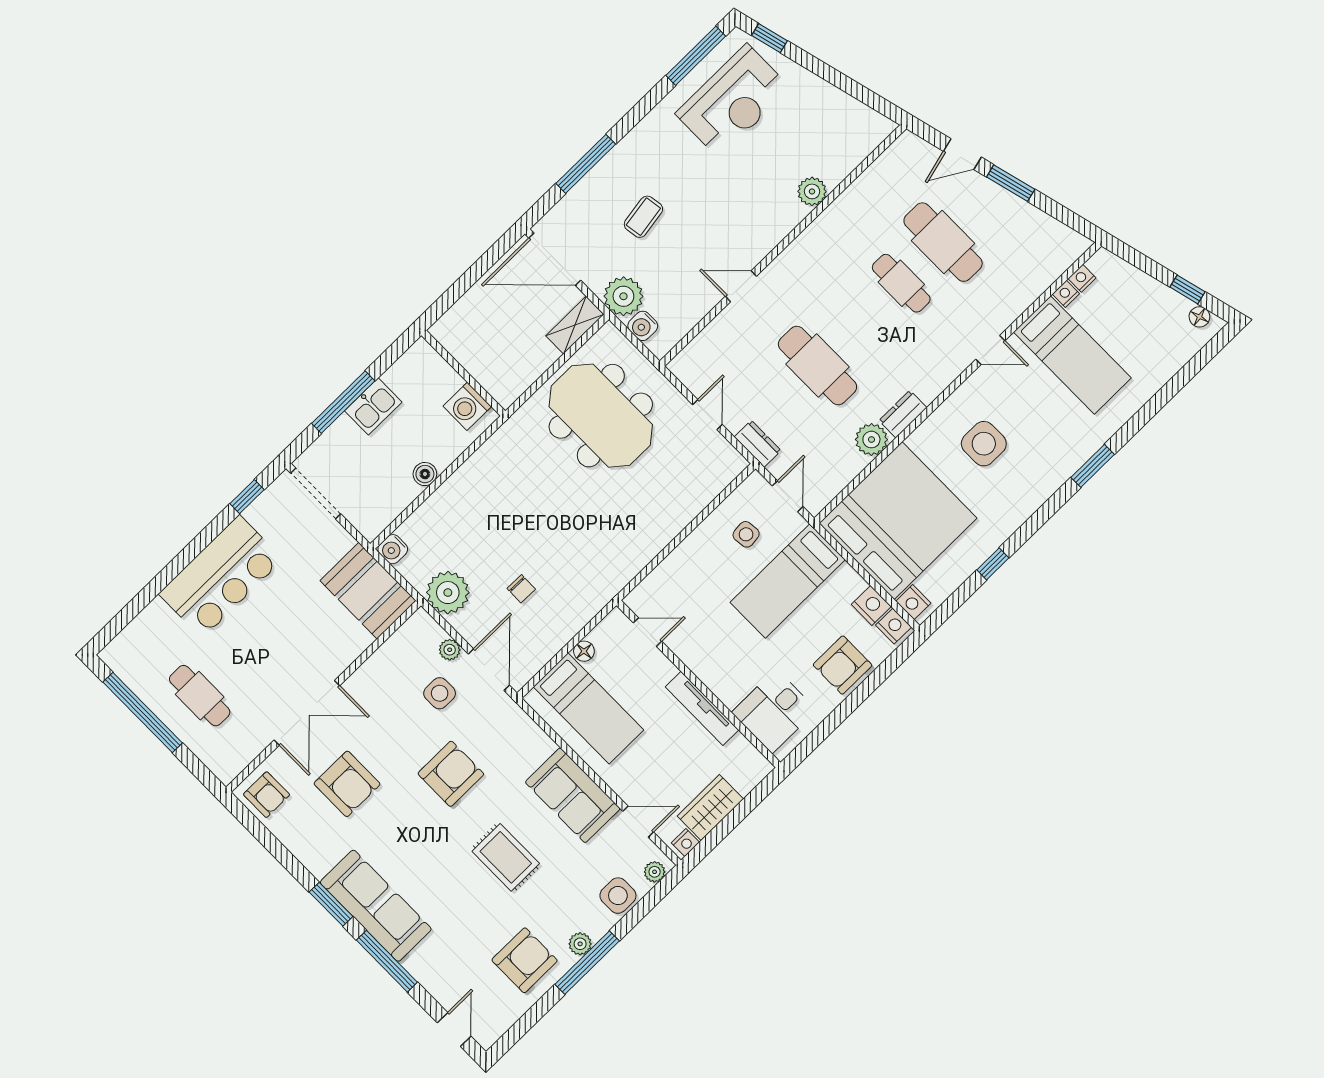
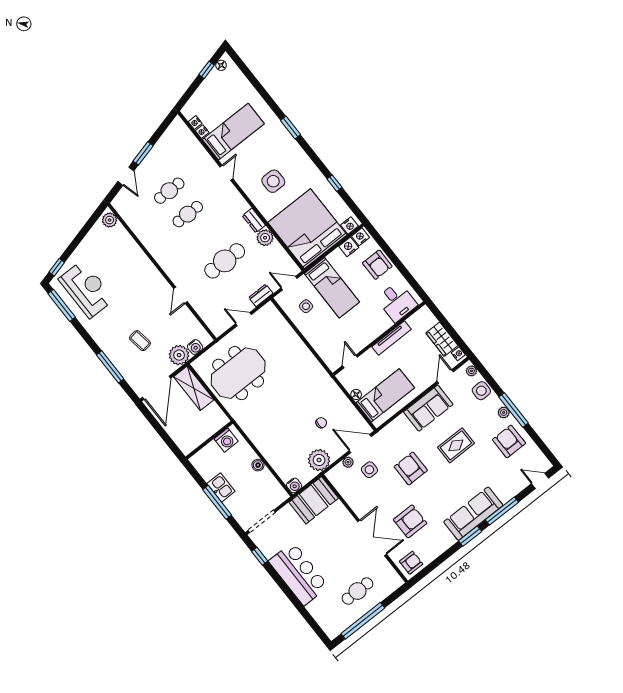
plant: (812, 191) -> (110, 220), moved
cafe table: (943, 242) -> (169, 191), width x0.73, depth x0.74
shelving: (575, 325) -> (194, 388), width x1.50, depth x1.33

